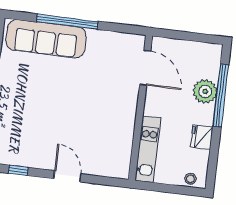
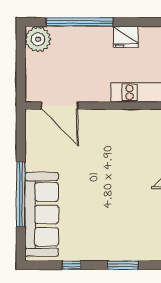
door: (145, 68) -> (60, 106), swing flipped
plant: (205, 91) -> (38, 39), moved

